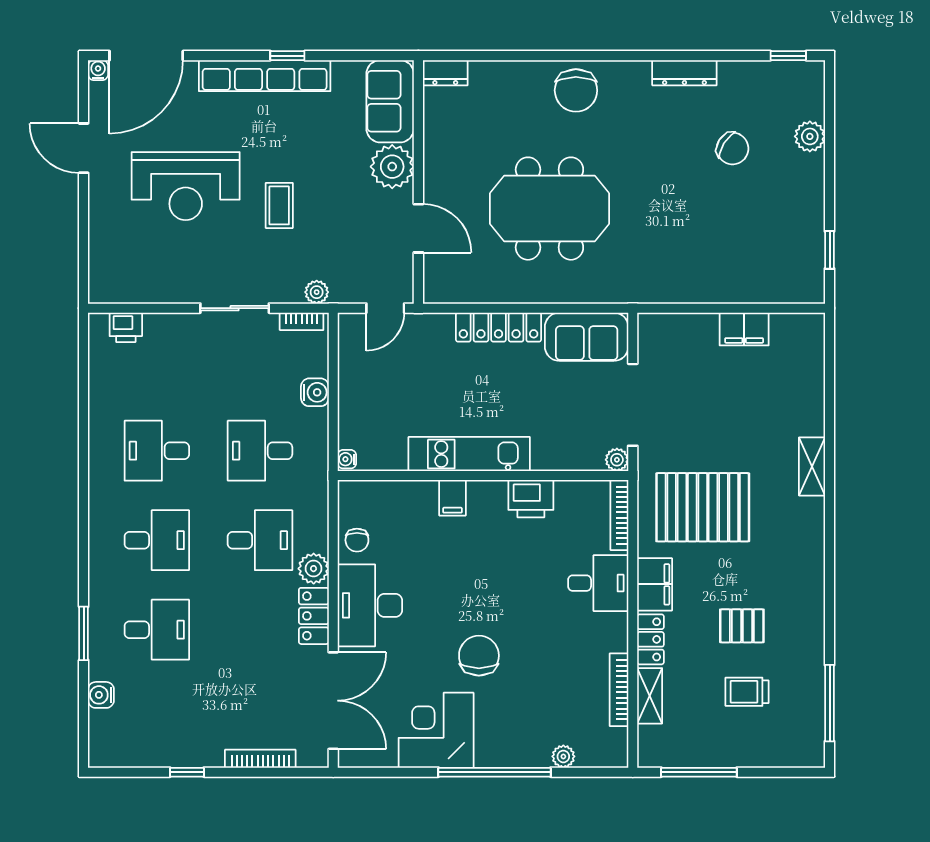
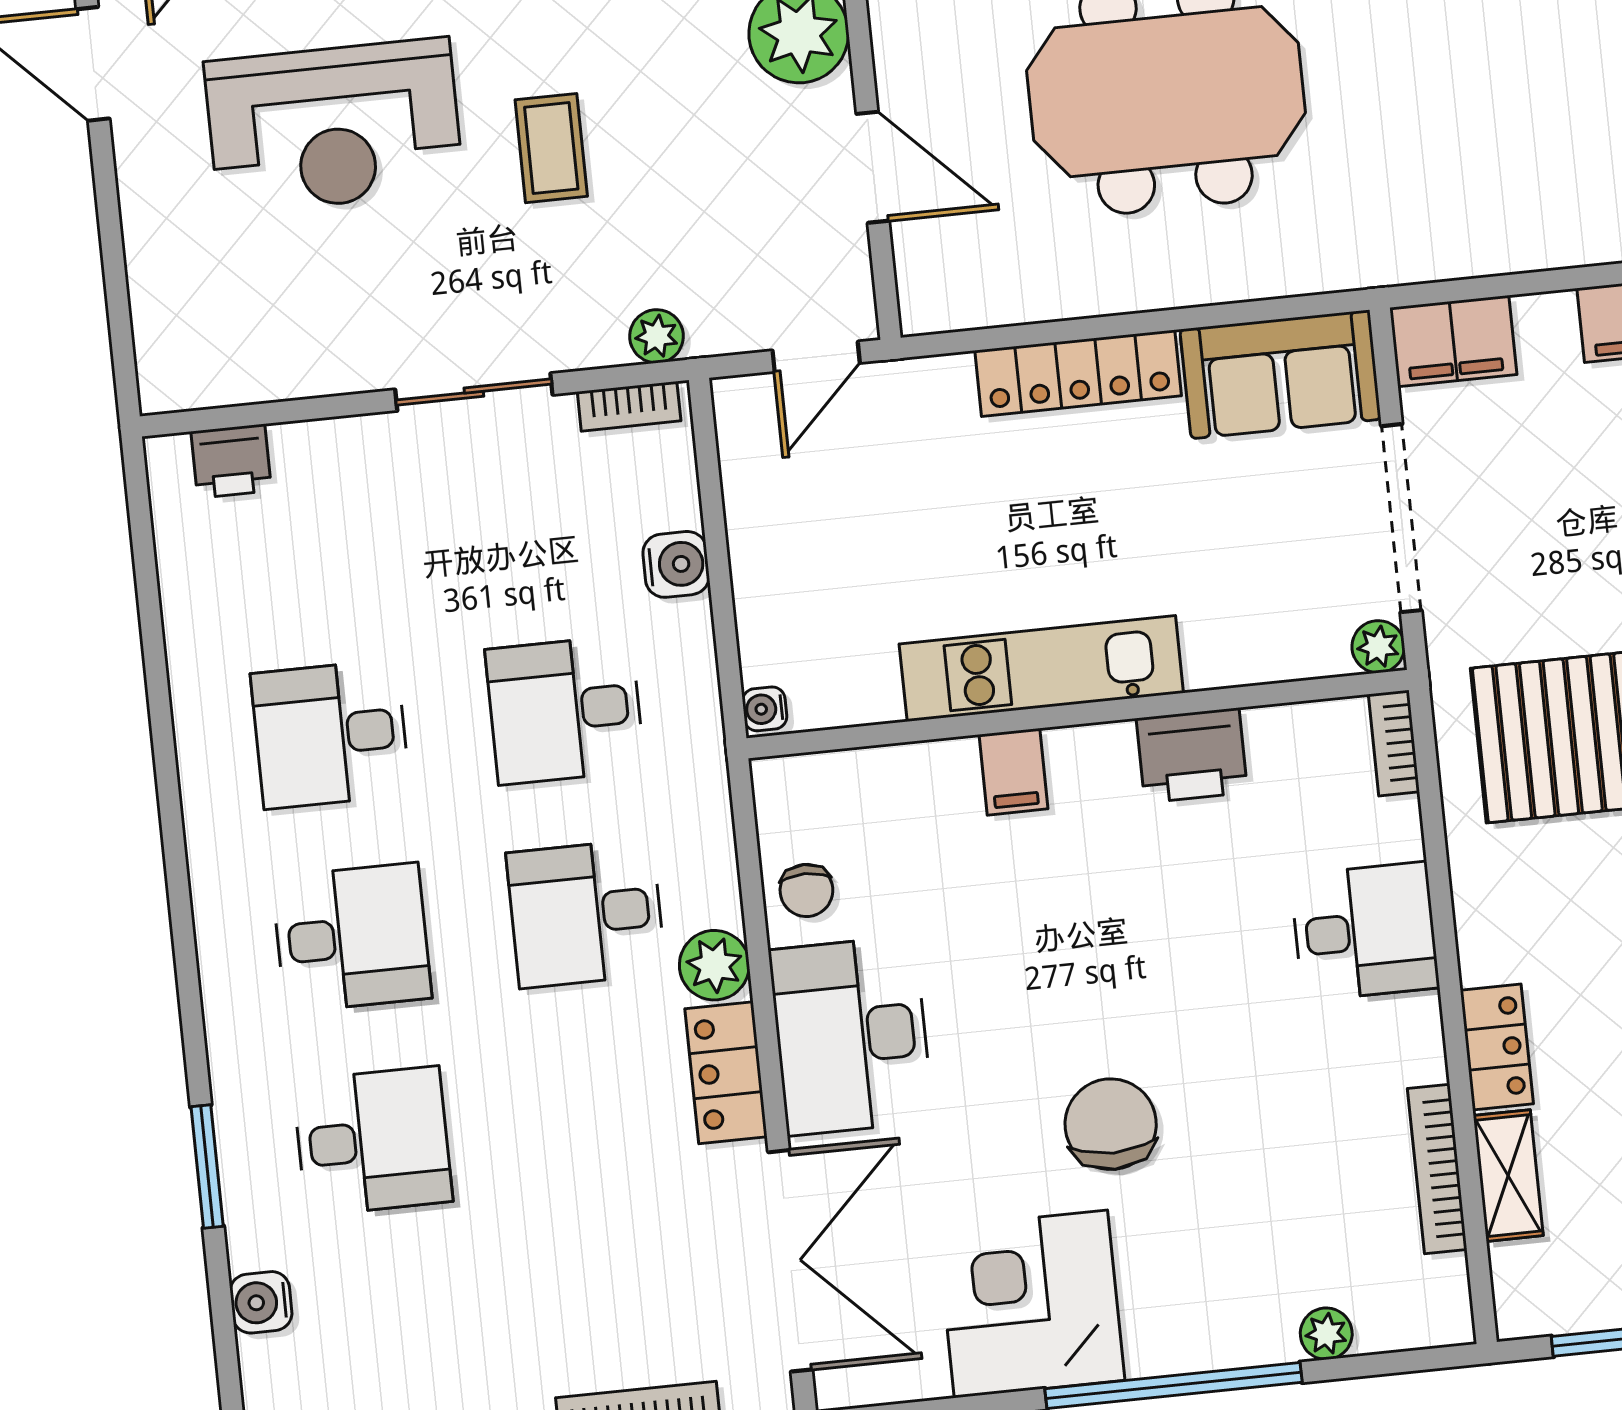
bookcase: (619, 515) -> (1394, 743), width x0.64
desk: (260, 540) -> (586, 913), turned 180
filing cabinet: (655, 584) -> (1453, 341), moved, turned 90

